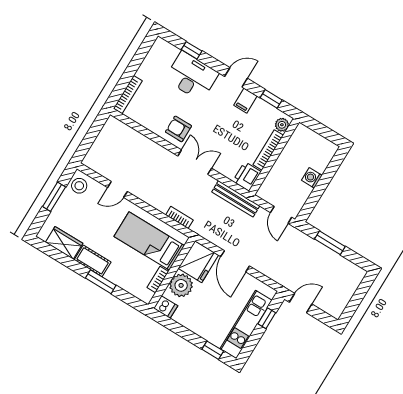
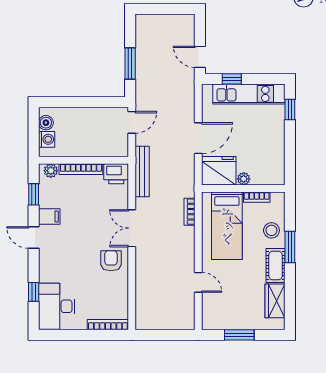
desk: (192, 76) -> (57, 306), moved
armchair: (178, 129) -> (111, 261), turned 180
boiler: (324, 145) -> (46, 123), added
washing machine: (312, 178) -> (47, 139), moved, turned -90
stool: (79, 186) -> (271, 230), moved
plant: (181, 285) -> (244, 179), width x0.53, depth x0.53
dishwasher: (166, 307) -> (277, 175), removed

